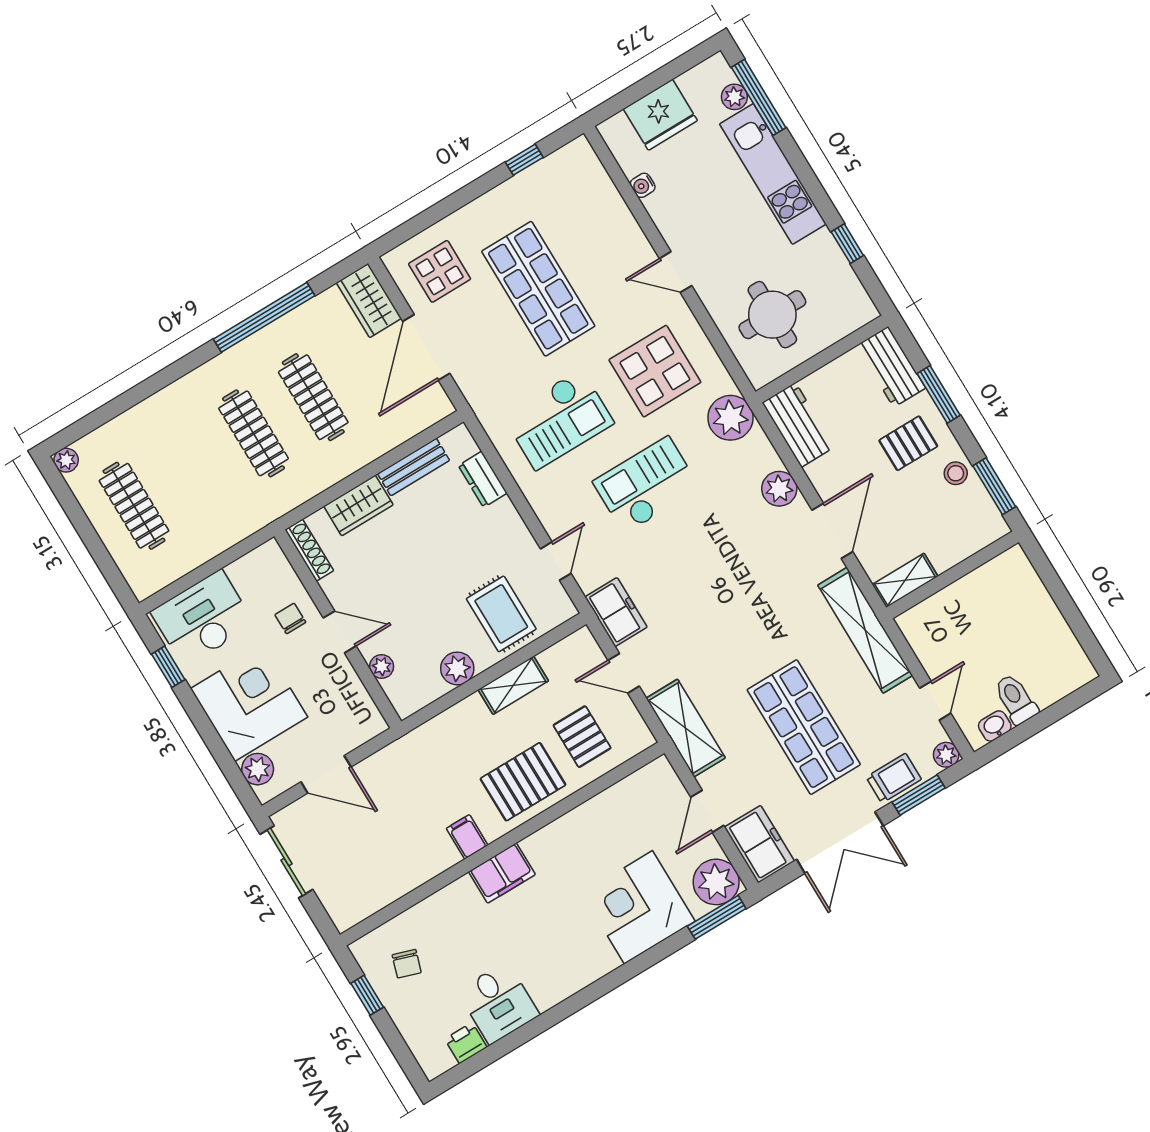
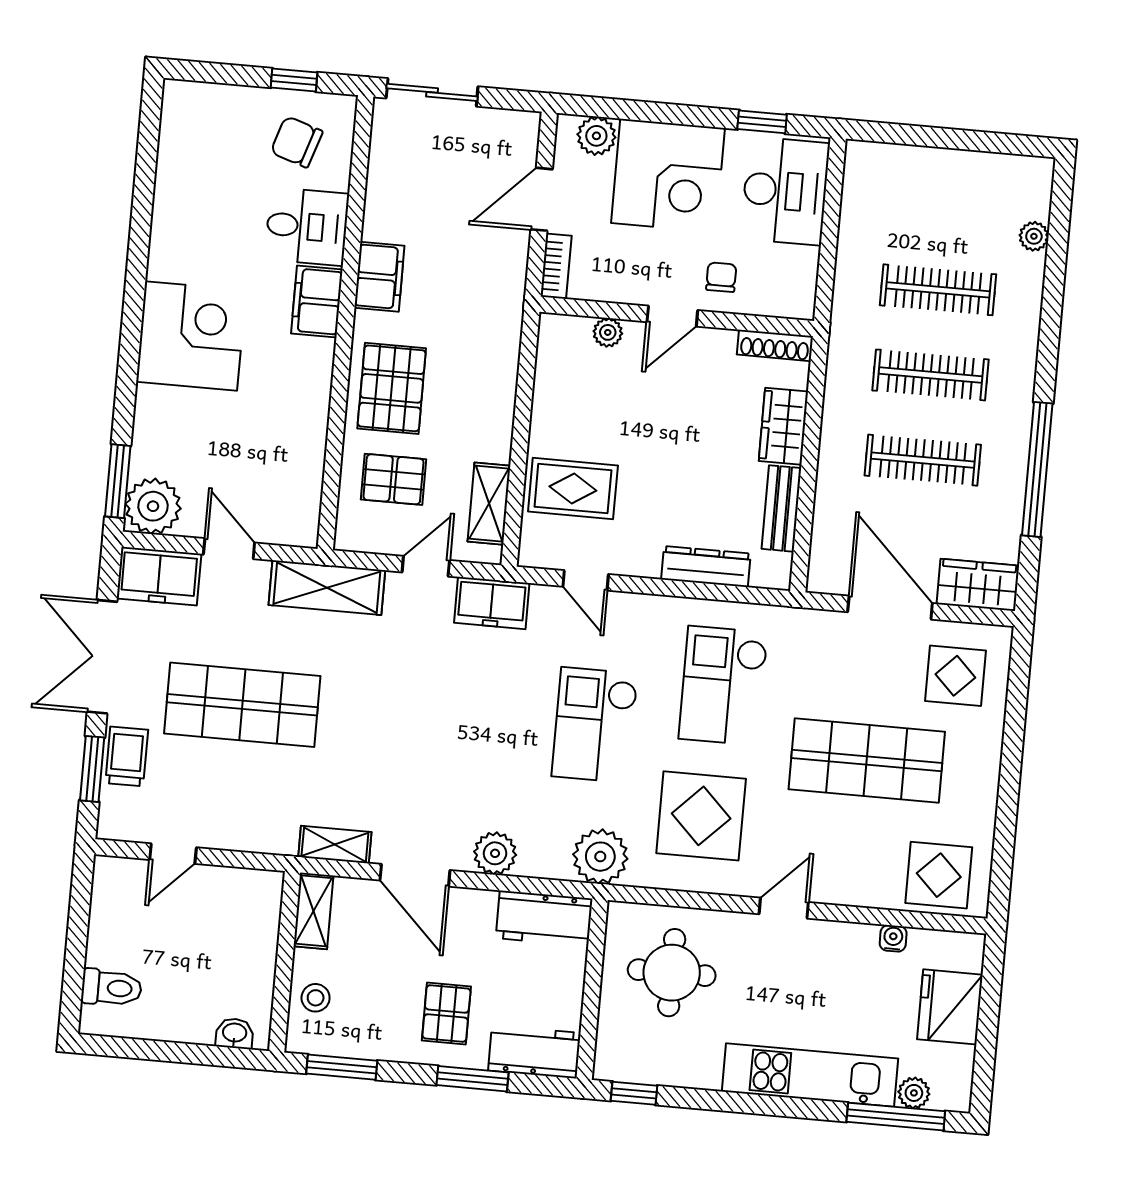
window: (524, 160) -> (1004, 840), removed
display table: (579, 186) -> (939, 875), added
window: (847, 244) -> (634, 1093), moved
plant: (66, 460) -> (1034, 236), moved
stool: (956, 473) -> (316, 998), moved
dresser: (483, 479) -> (706, 567), width x1.44
checkout: (646, 485) -> (595, 725), turned 180
clothes rail: (134, 506) -> (938, 290), moved
chair: (290, 618) -> (721, 277), turned -90
shelving: (865, 630) -> (335, 845), width x0.45, depth x0.75
plant: (457, 668) -> (551, 406), removed
shelving: (513, 685) -> (489, 504), moved
toilet: (1016, 699) -> (111, 988), moved
door: (935, 701) -> (173, 854), hinge flipped
washbasin: (995, 726) -> (235, 1033), moved, turned -90
bookcase: (363, 733) -> (556, 266), added
plant: (946, 755) -> (112, 825), removed
trolley: (894, 778) -> (127, 756), turned 180
filing cabinet: (467, 837) -> (379, 277), width x2.00
sliding door: (286, 862) -> (432, 92), moved
corner desk: (638, 907) -> (191, 336), moved
chair: (407, 964) -> (297, 142), width x1.37, depth x1.37
desk: (498, 1003) -> (307, 227), moved, turned 180
printer: (466, 1043) -> (176, 143), removed

